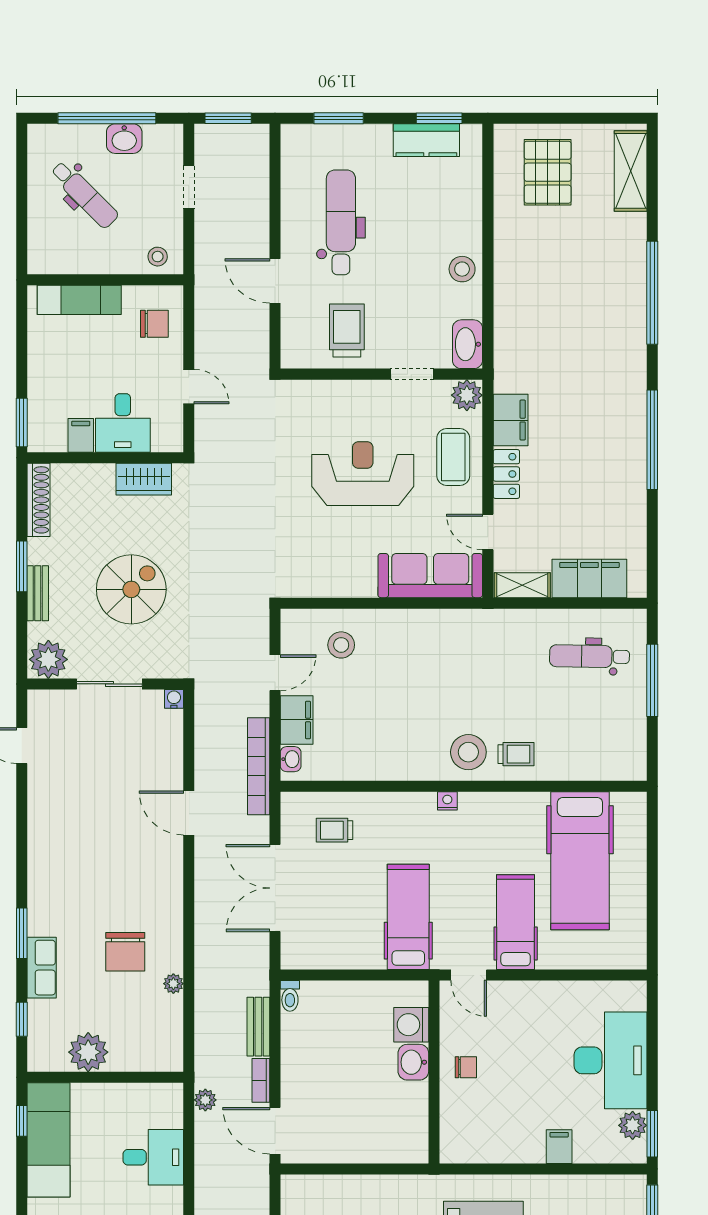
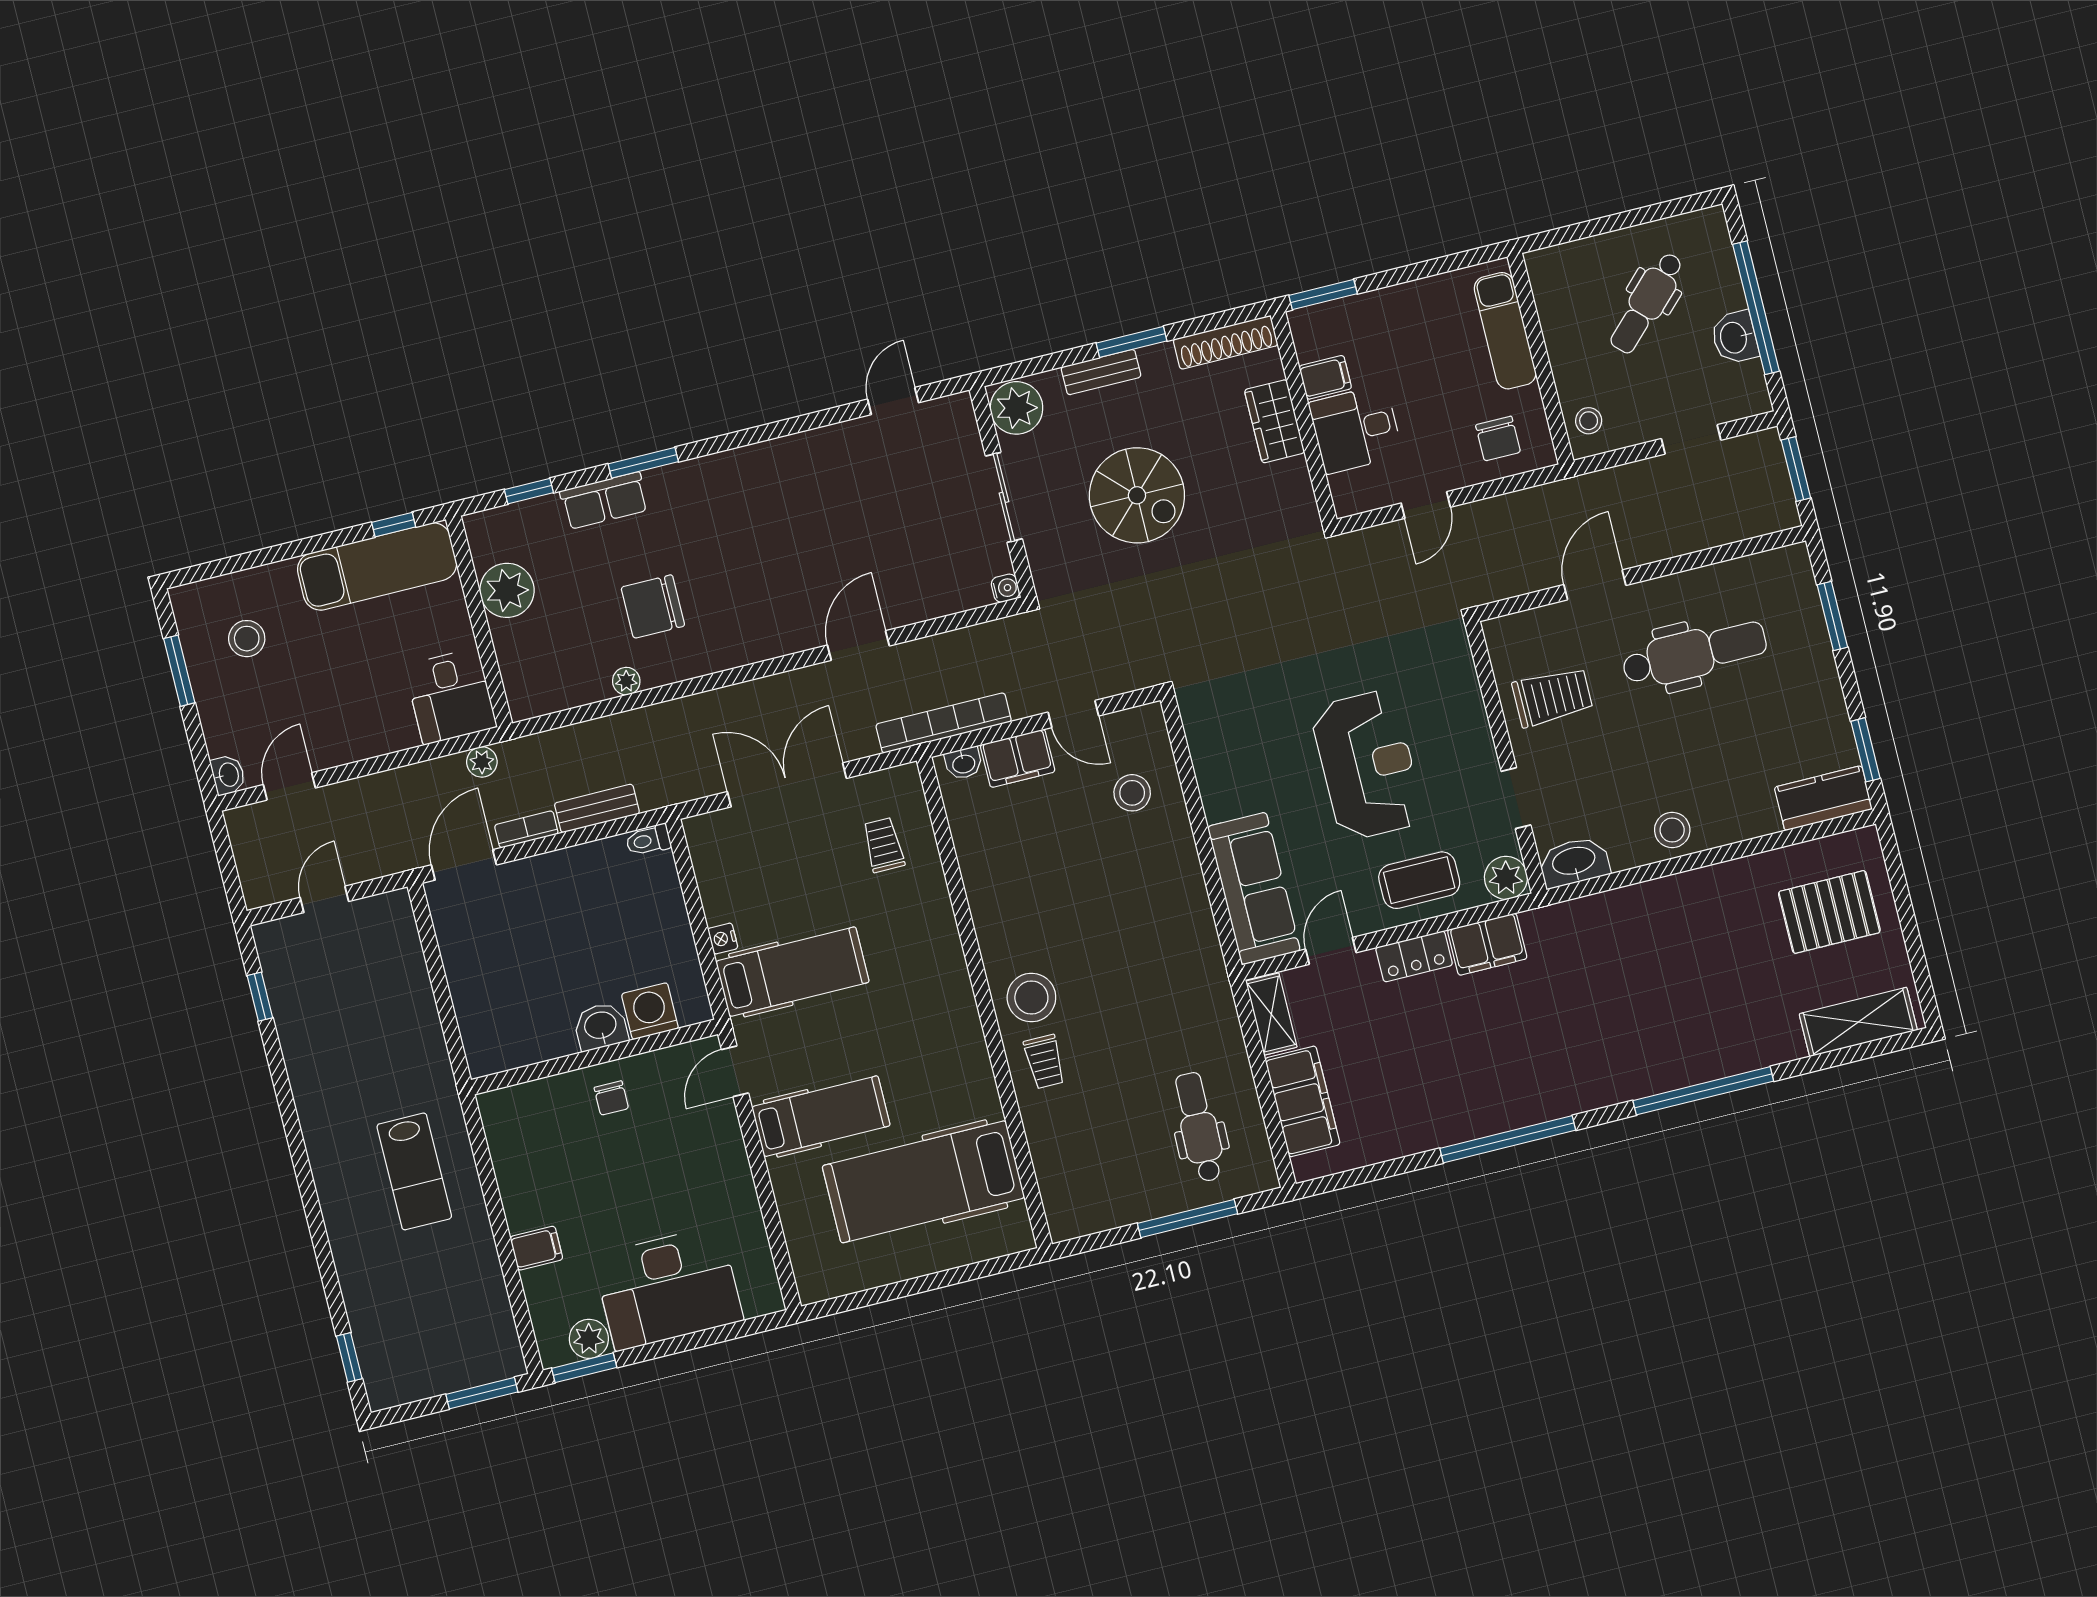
kitchen counter: (426, 140) -> (1823, 798), moved, turned 90
wardrobe: (144, 479) -> (1274, 421), moved
nightstand: (447, 801) -> (723, 939), moved, turned 180
desk: (153, 1157) -> (451, 696), moved

